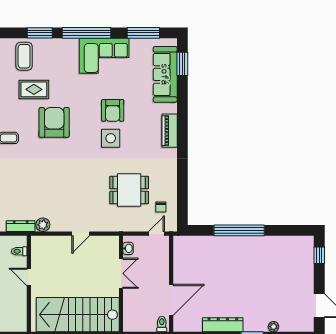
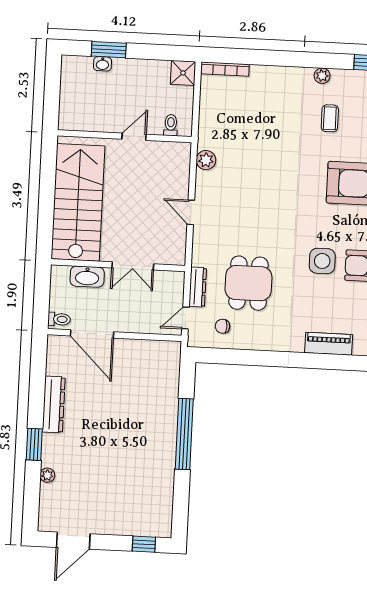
dresser: (21, 226) -> (198, 287), moved
door: (156, 234) -> (185, 318), swing flipped
washbasin: (128, 248) -> (87, 277), moved, width x1.91, depth x1.45

